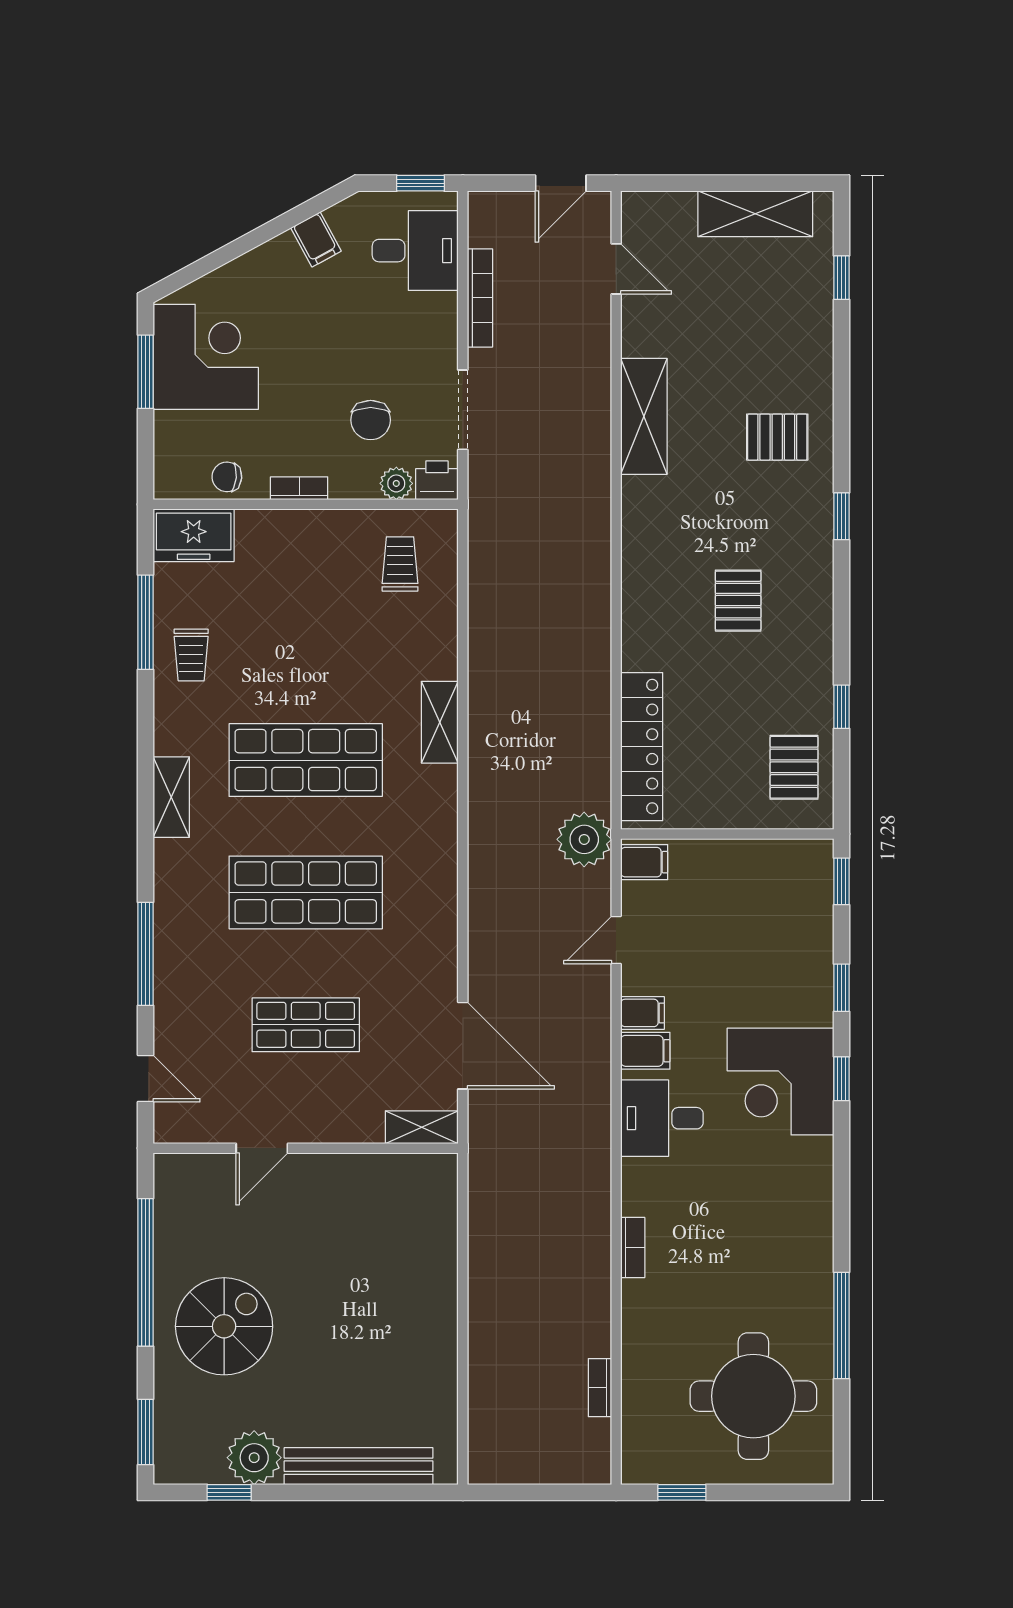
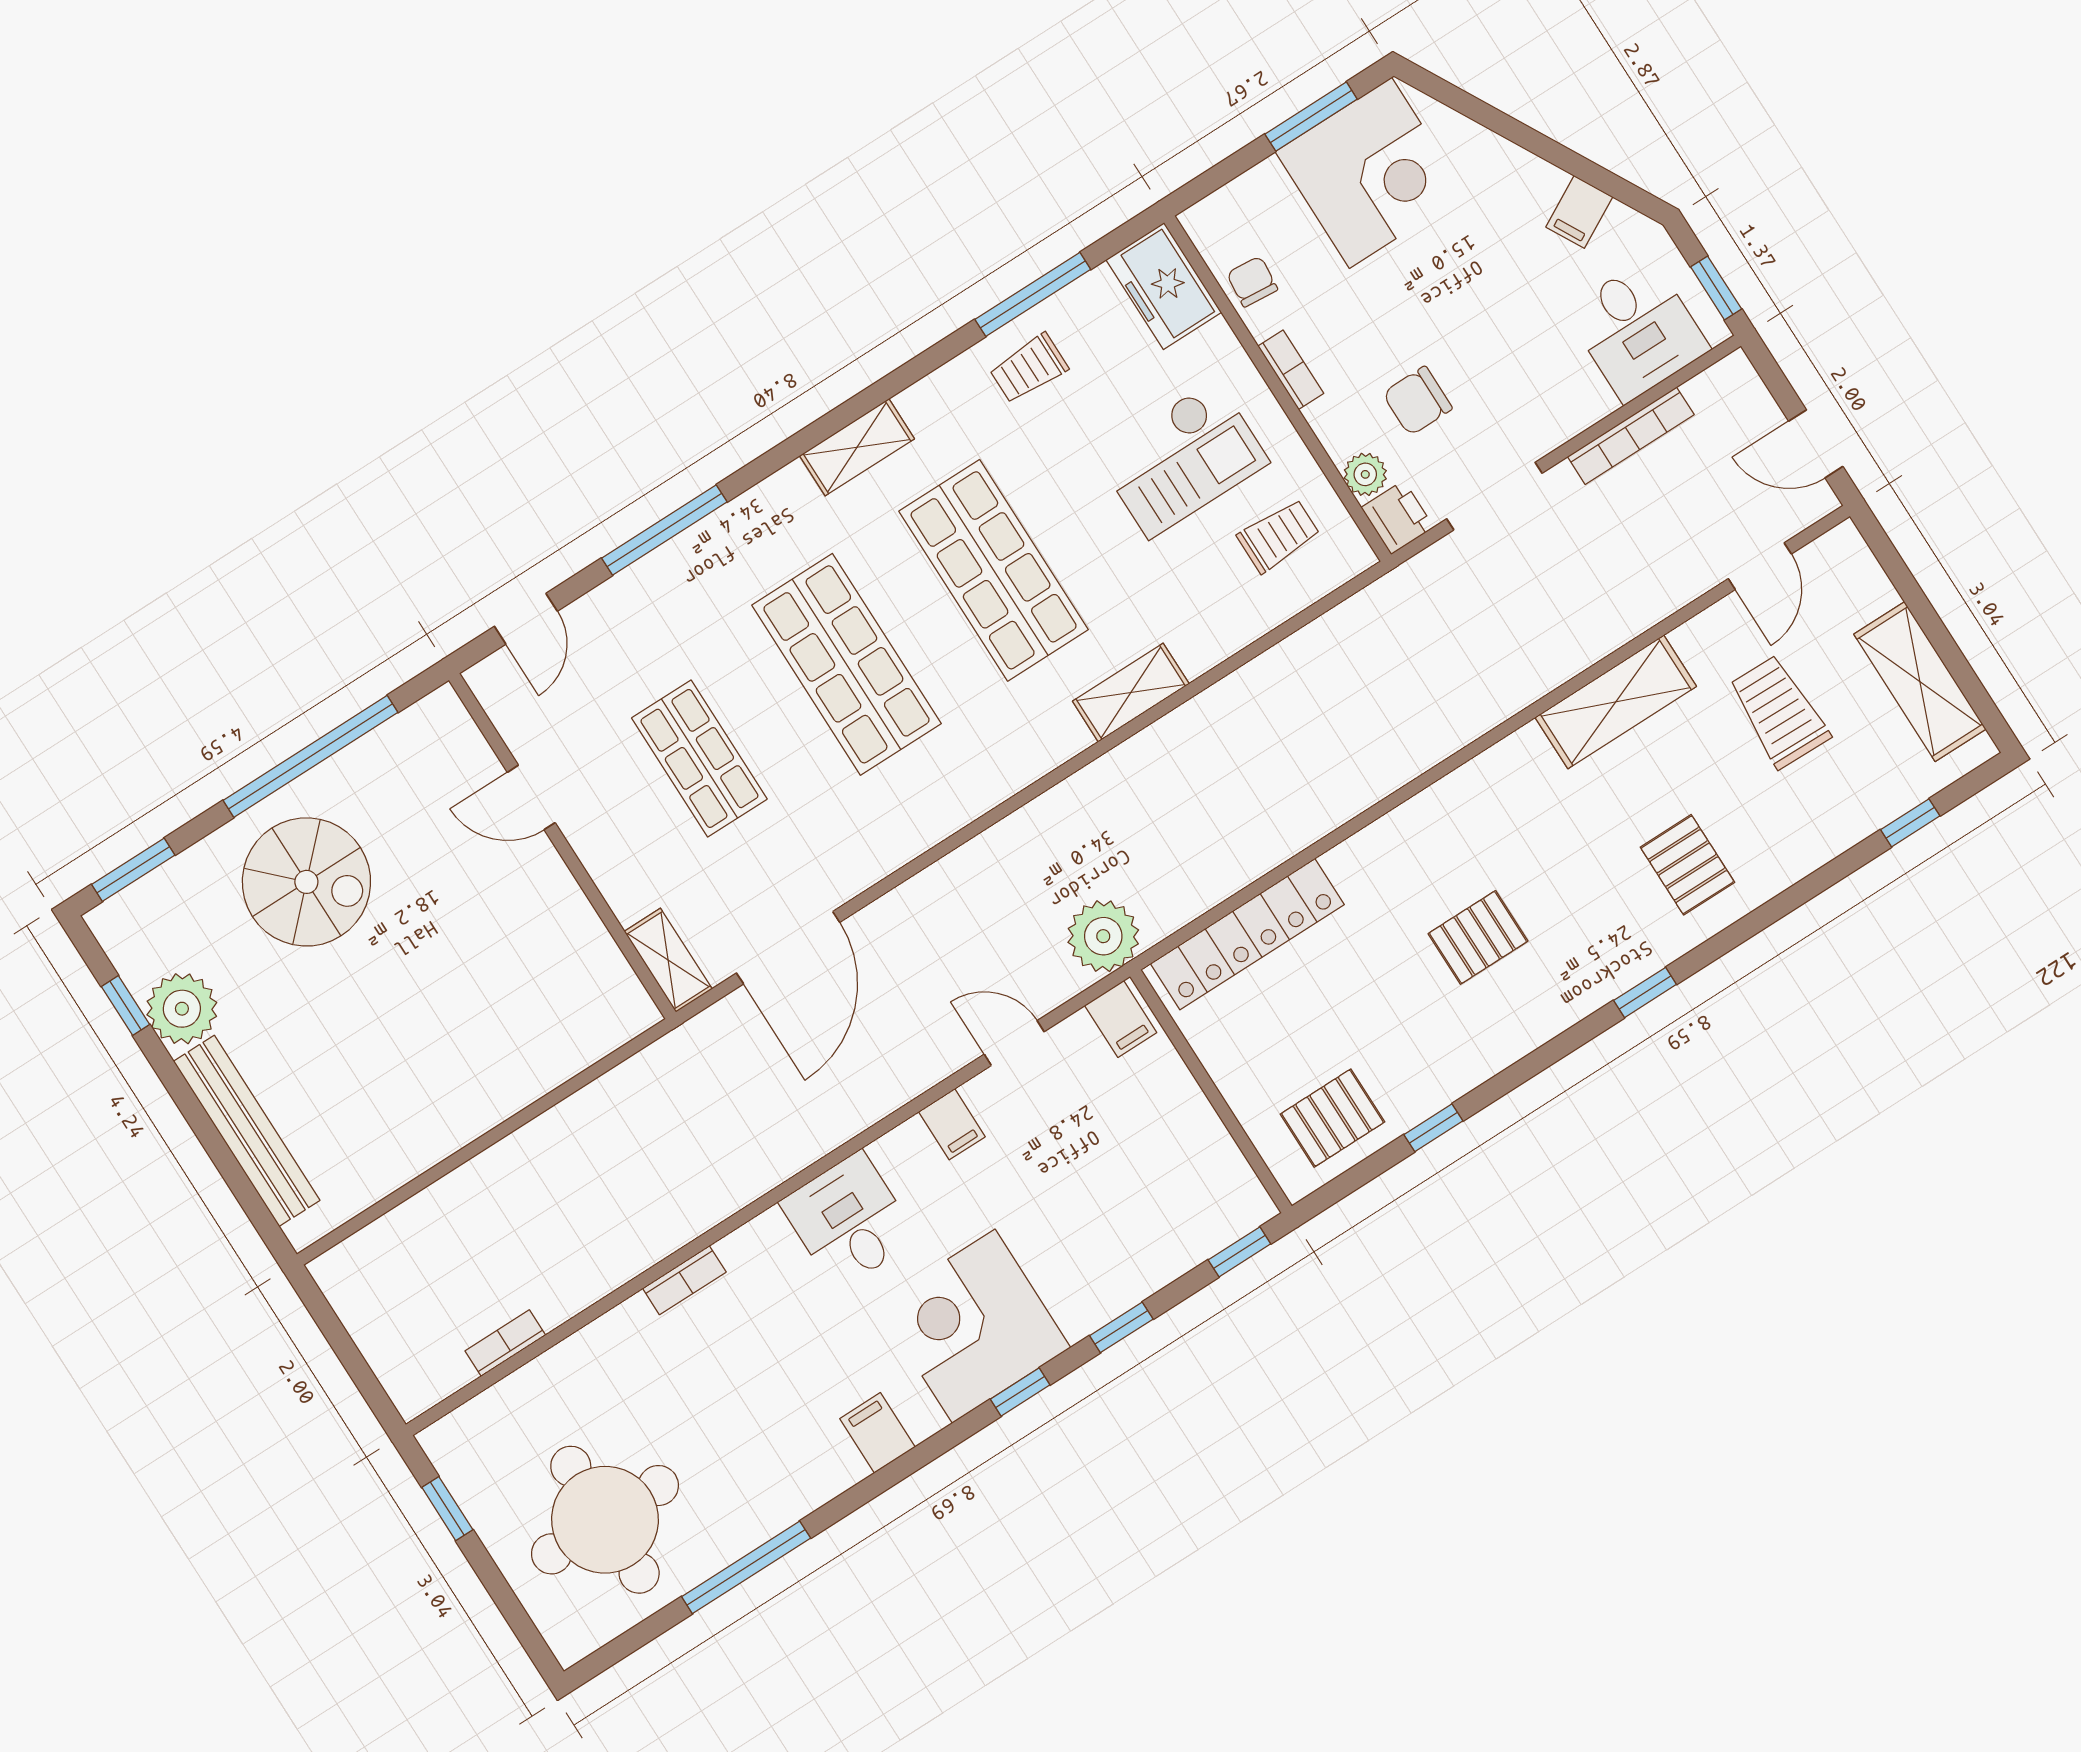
trolley: (717, 316) -> (1779, 712), added
checkout: (311, 594) -> (1182, 459), added
filing cabinet: (645, 1051) -> (877, 1433), moved, turned 180

